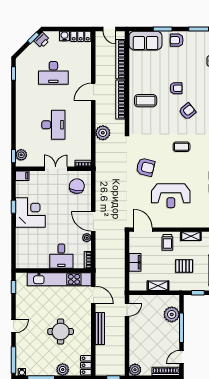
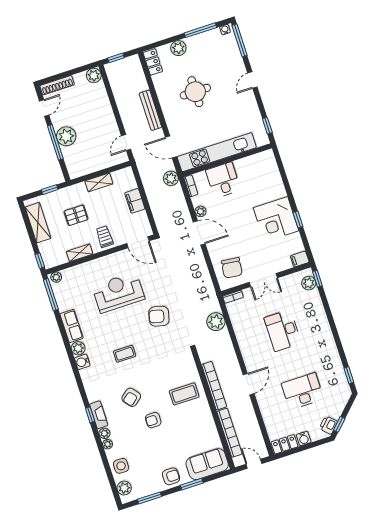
plant: (103, 133) -> (216, 322), moved
plant: (101, 271) -> (171, 178), added
plant: (172, 314) -> (66, 136), moved

